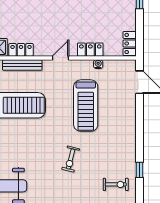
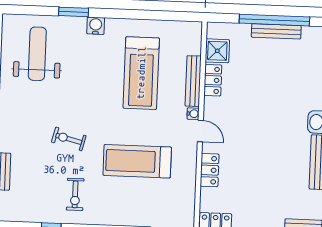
water cooler: (98, 64) -> (193, 114), moved
exercise bike: (116, 184) -> (75, 194), moved

